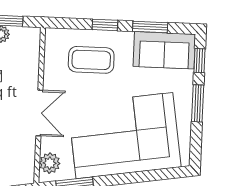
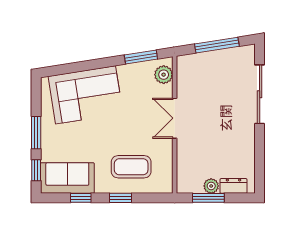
window: (150, 27) -> (81, 198), width x0.67
corner sofa: (124, 136) -> (86, 95), width x0.73, depth x0.74

